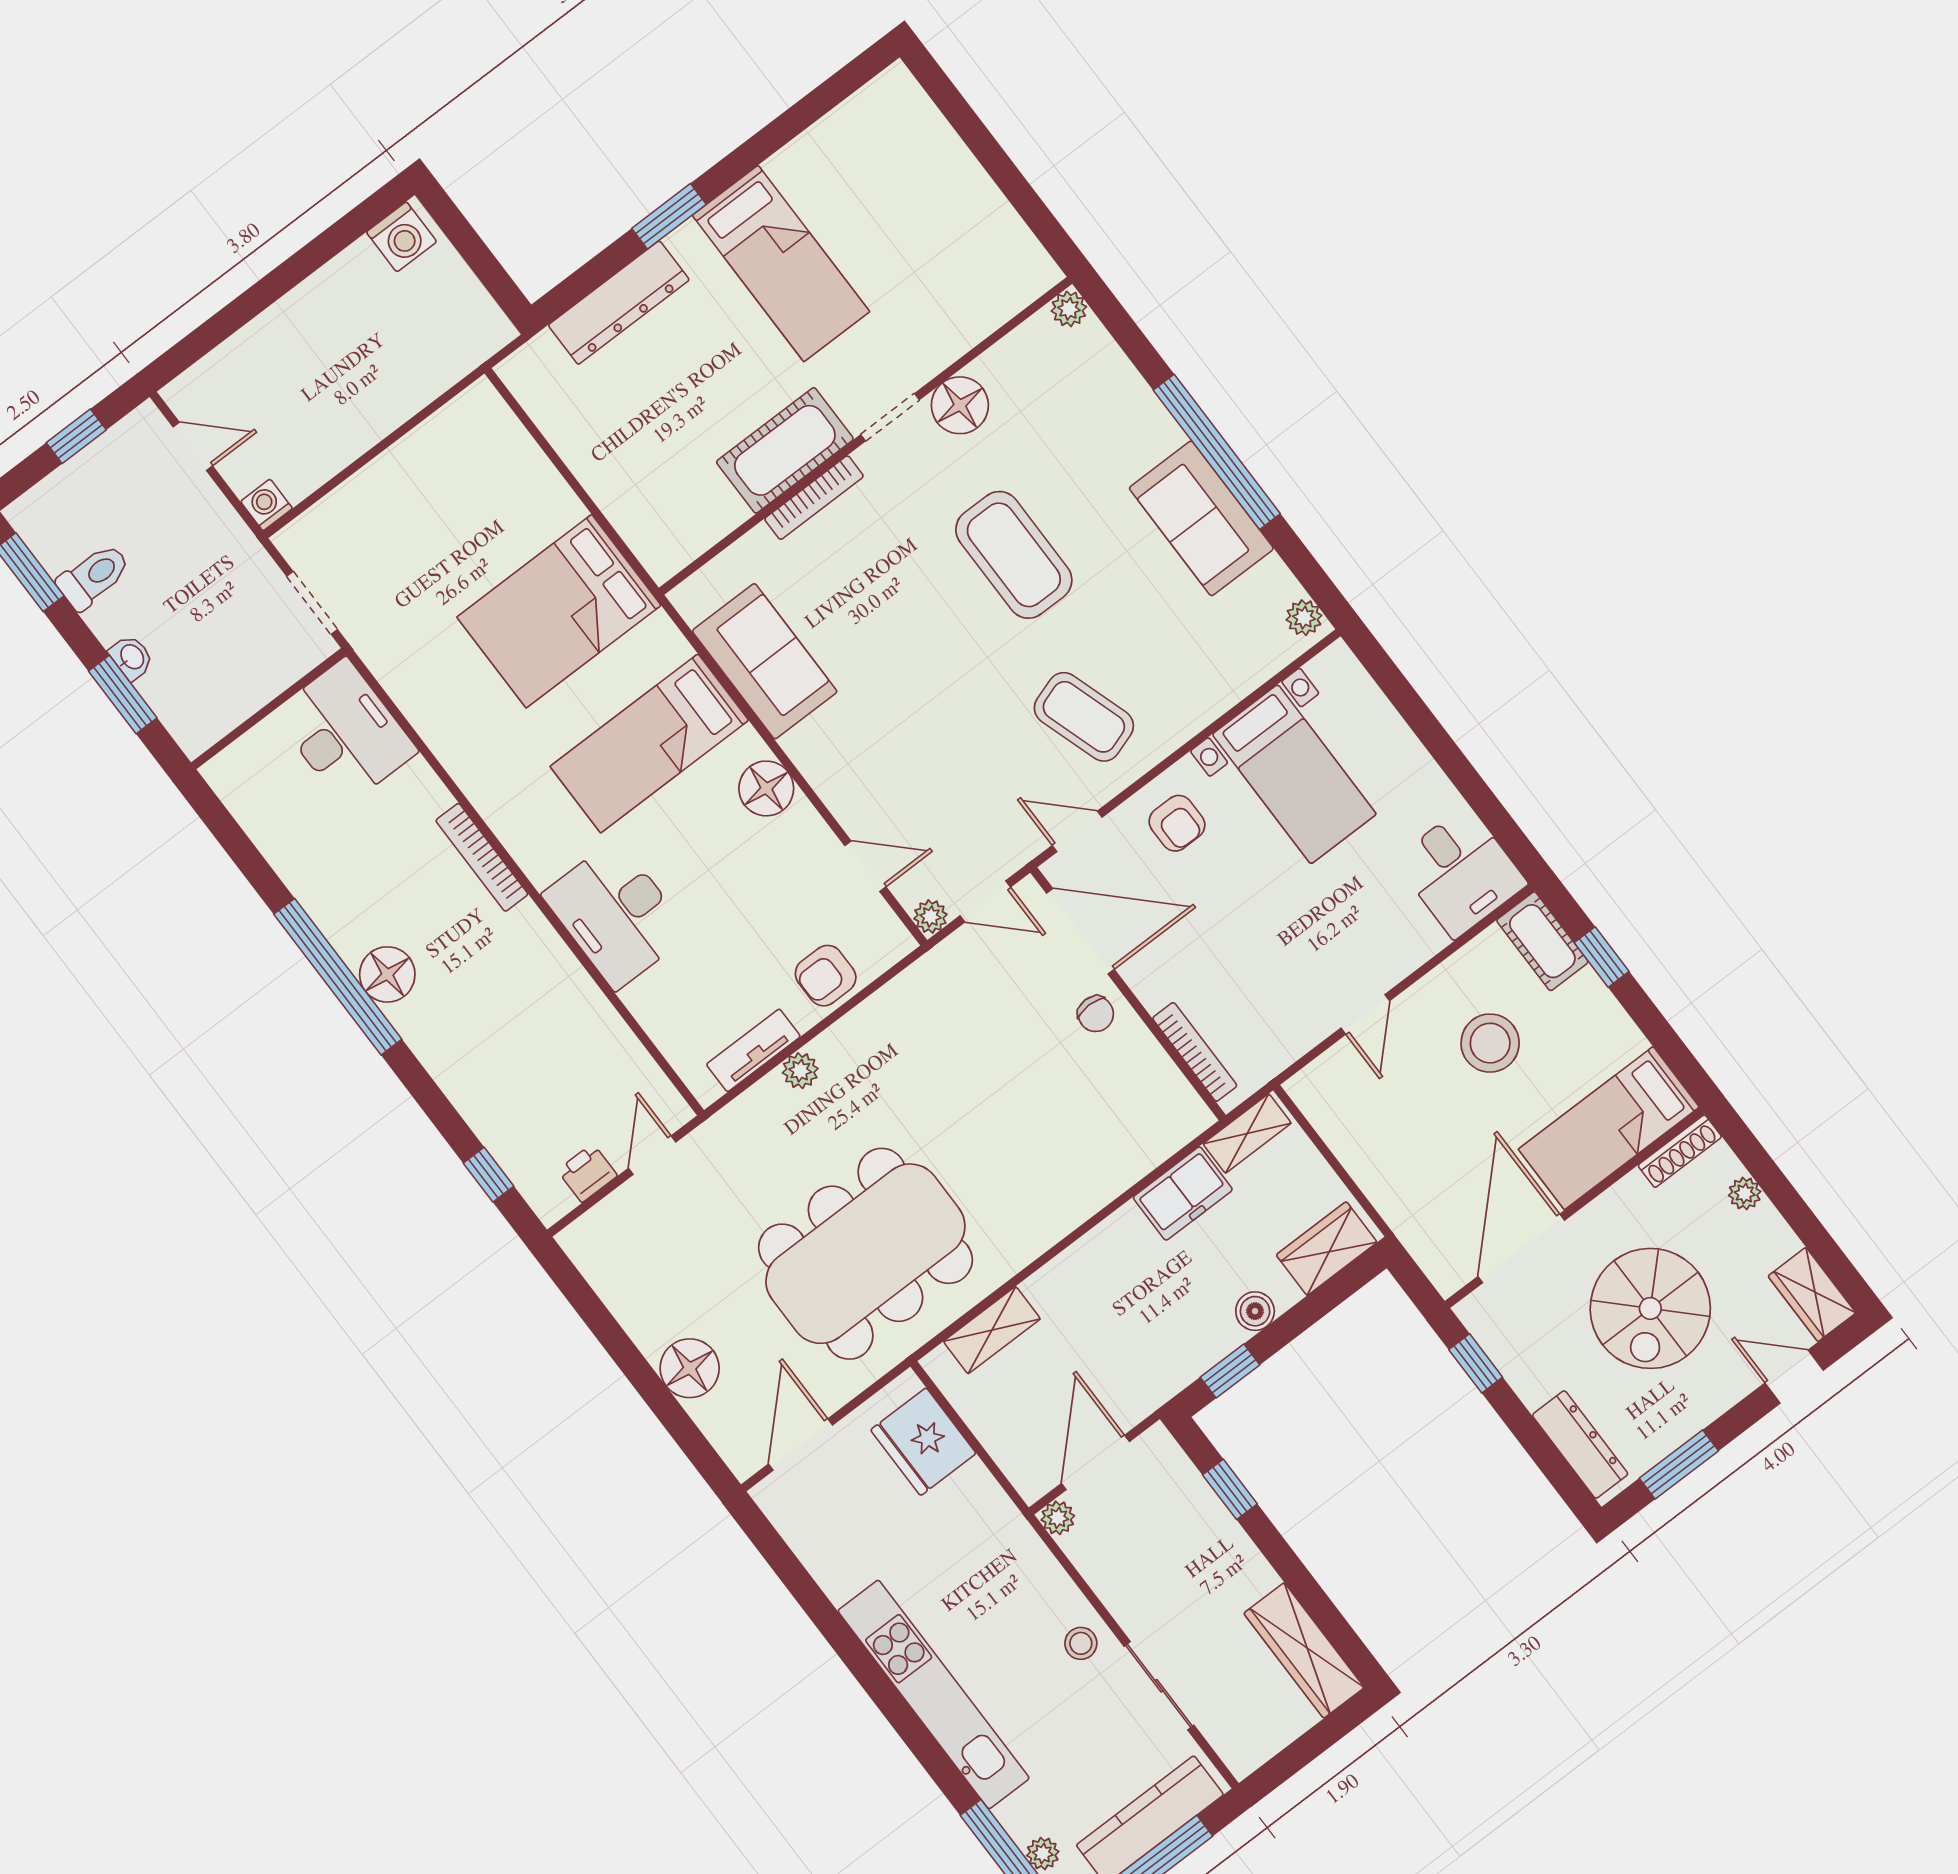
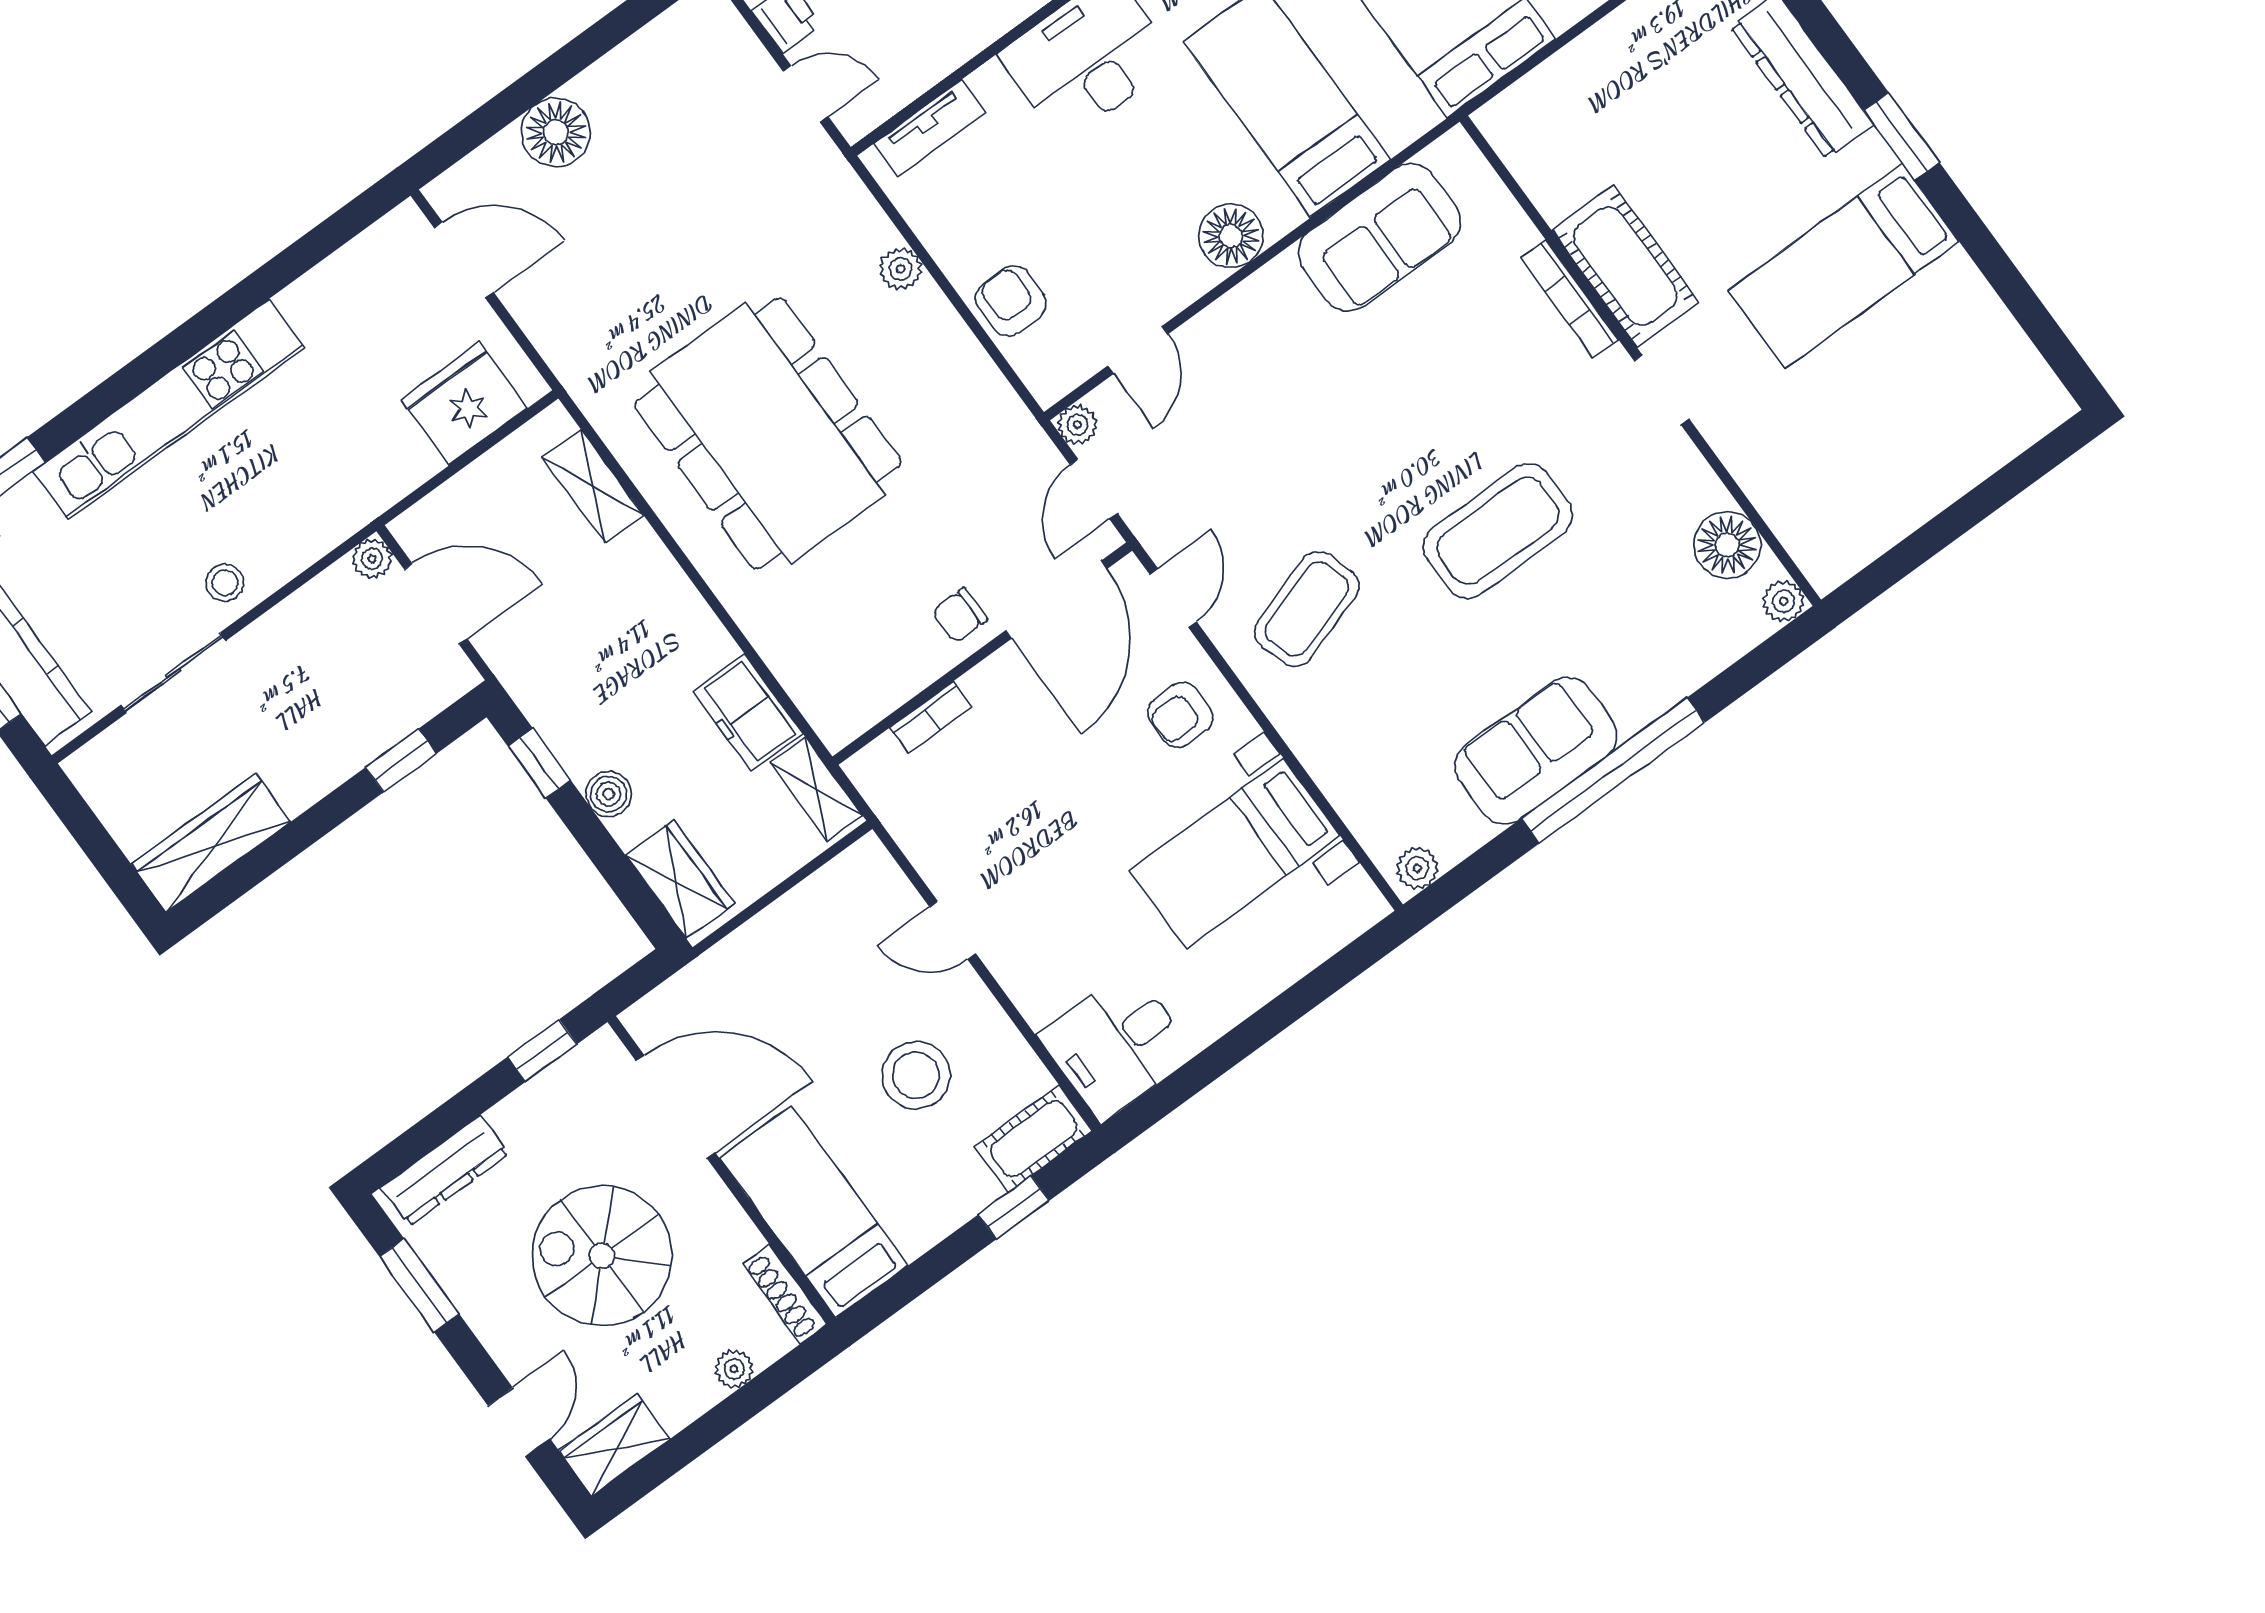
floor lamp: (960, 405) -> (1727, 545), moved
tv unit: (753, 1050) -> (930, 128), moved, turned 90
bookcase: (1195, 1052) -> (931, 717), width x0.64
dining table: (865, 1254) -> (768, 434), moved

